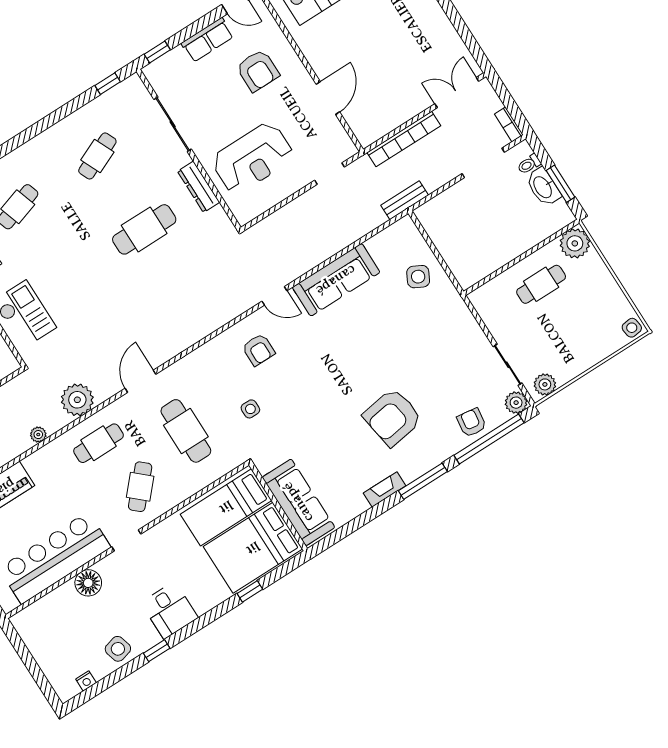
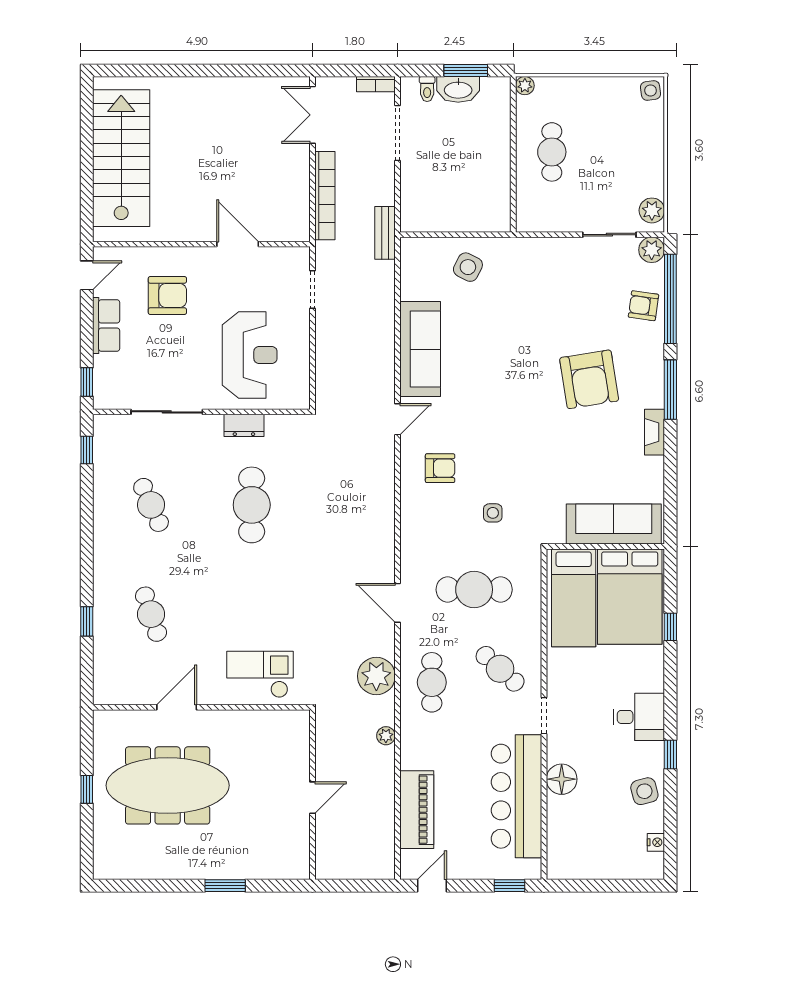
dresser: (199, 187) -> (244, 425), width x0.70
plant: (575, 243) -> (525, 86), width x0.53, depth x0.53

